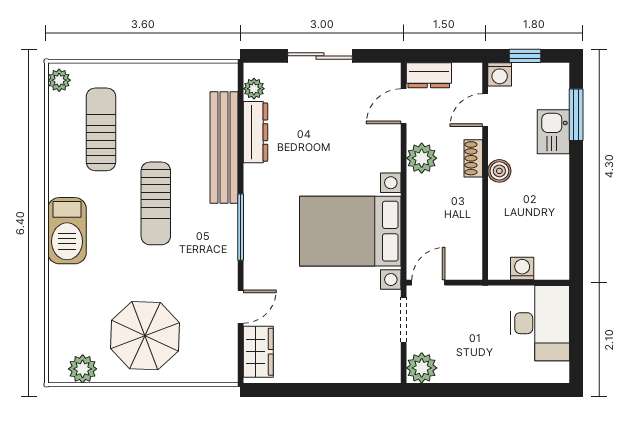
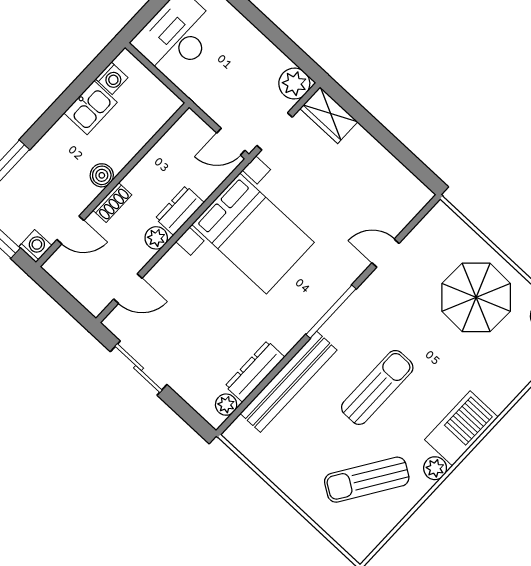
sliding door: (320, 56) -> (139, 368), moved
dresser: (429, 75) -> (180, 211), moved, turned -90
plant: (59, 80) -> (435, 468), moved
sun lounger: (101, 129) -> (367, 480), turned 33
kitchen sink: (553, 132) -> (90, 108), moved
plant: (422, 158) -> (156, 238), width x0.73, depth x0.73
washing machine: (522, 269) -> (112, 78), moved, turned -90
wardrobe: (258, 352) -> (329, 115), moved, turned -90

